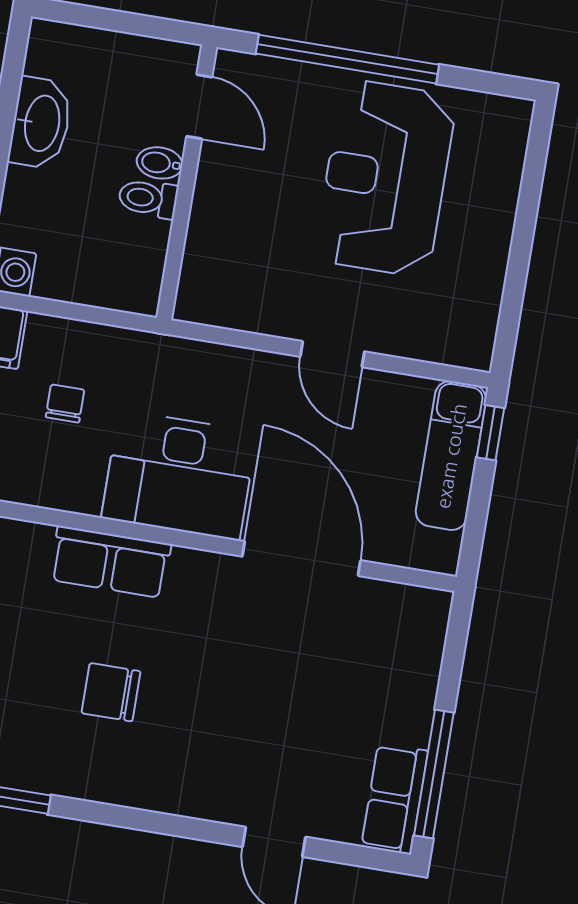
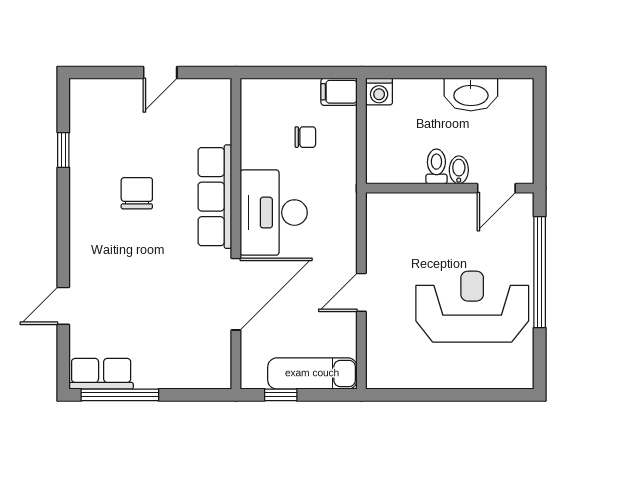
window: (490, 433) -> (281, 395), moved
row of seats: (110, 562) -> (215, 197), width x1.48

